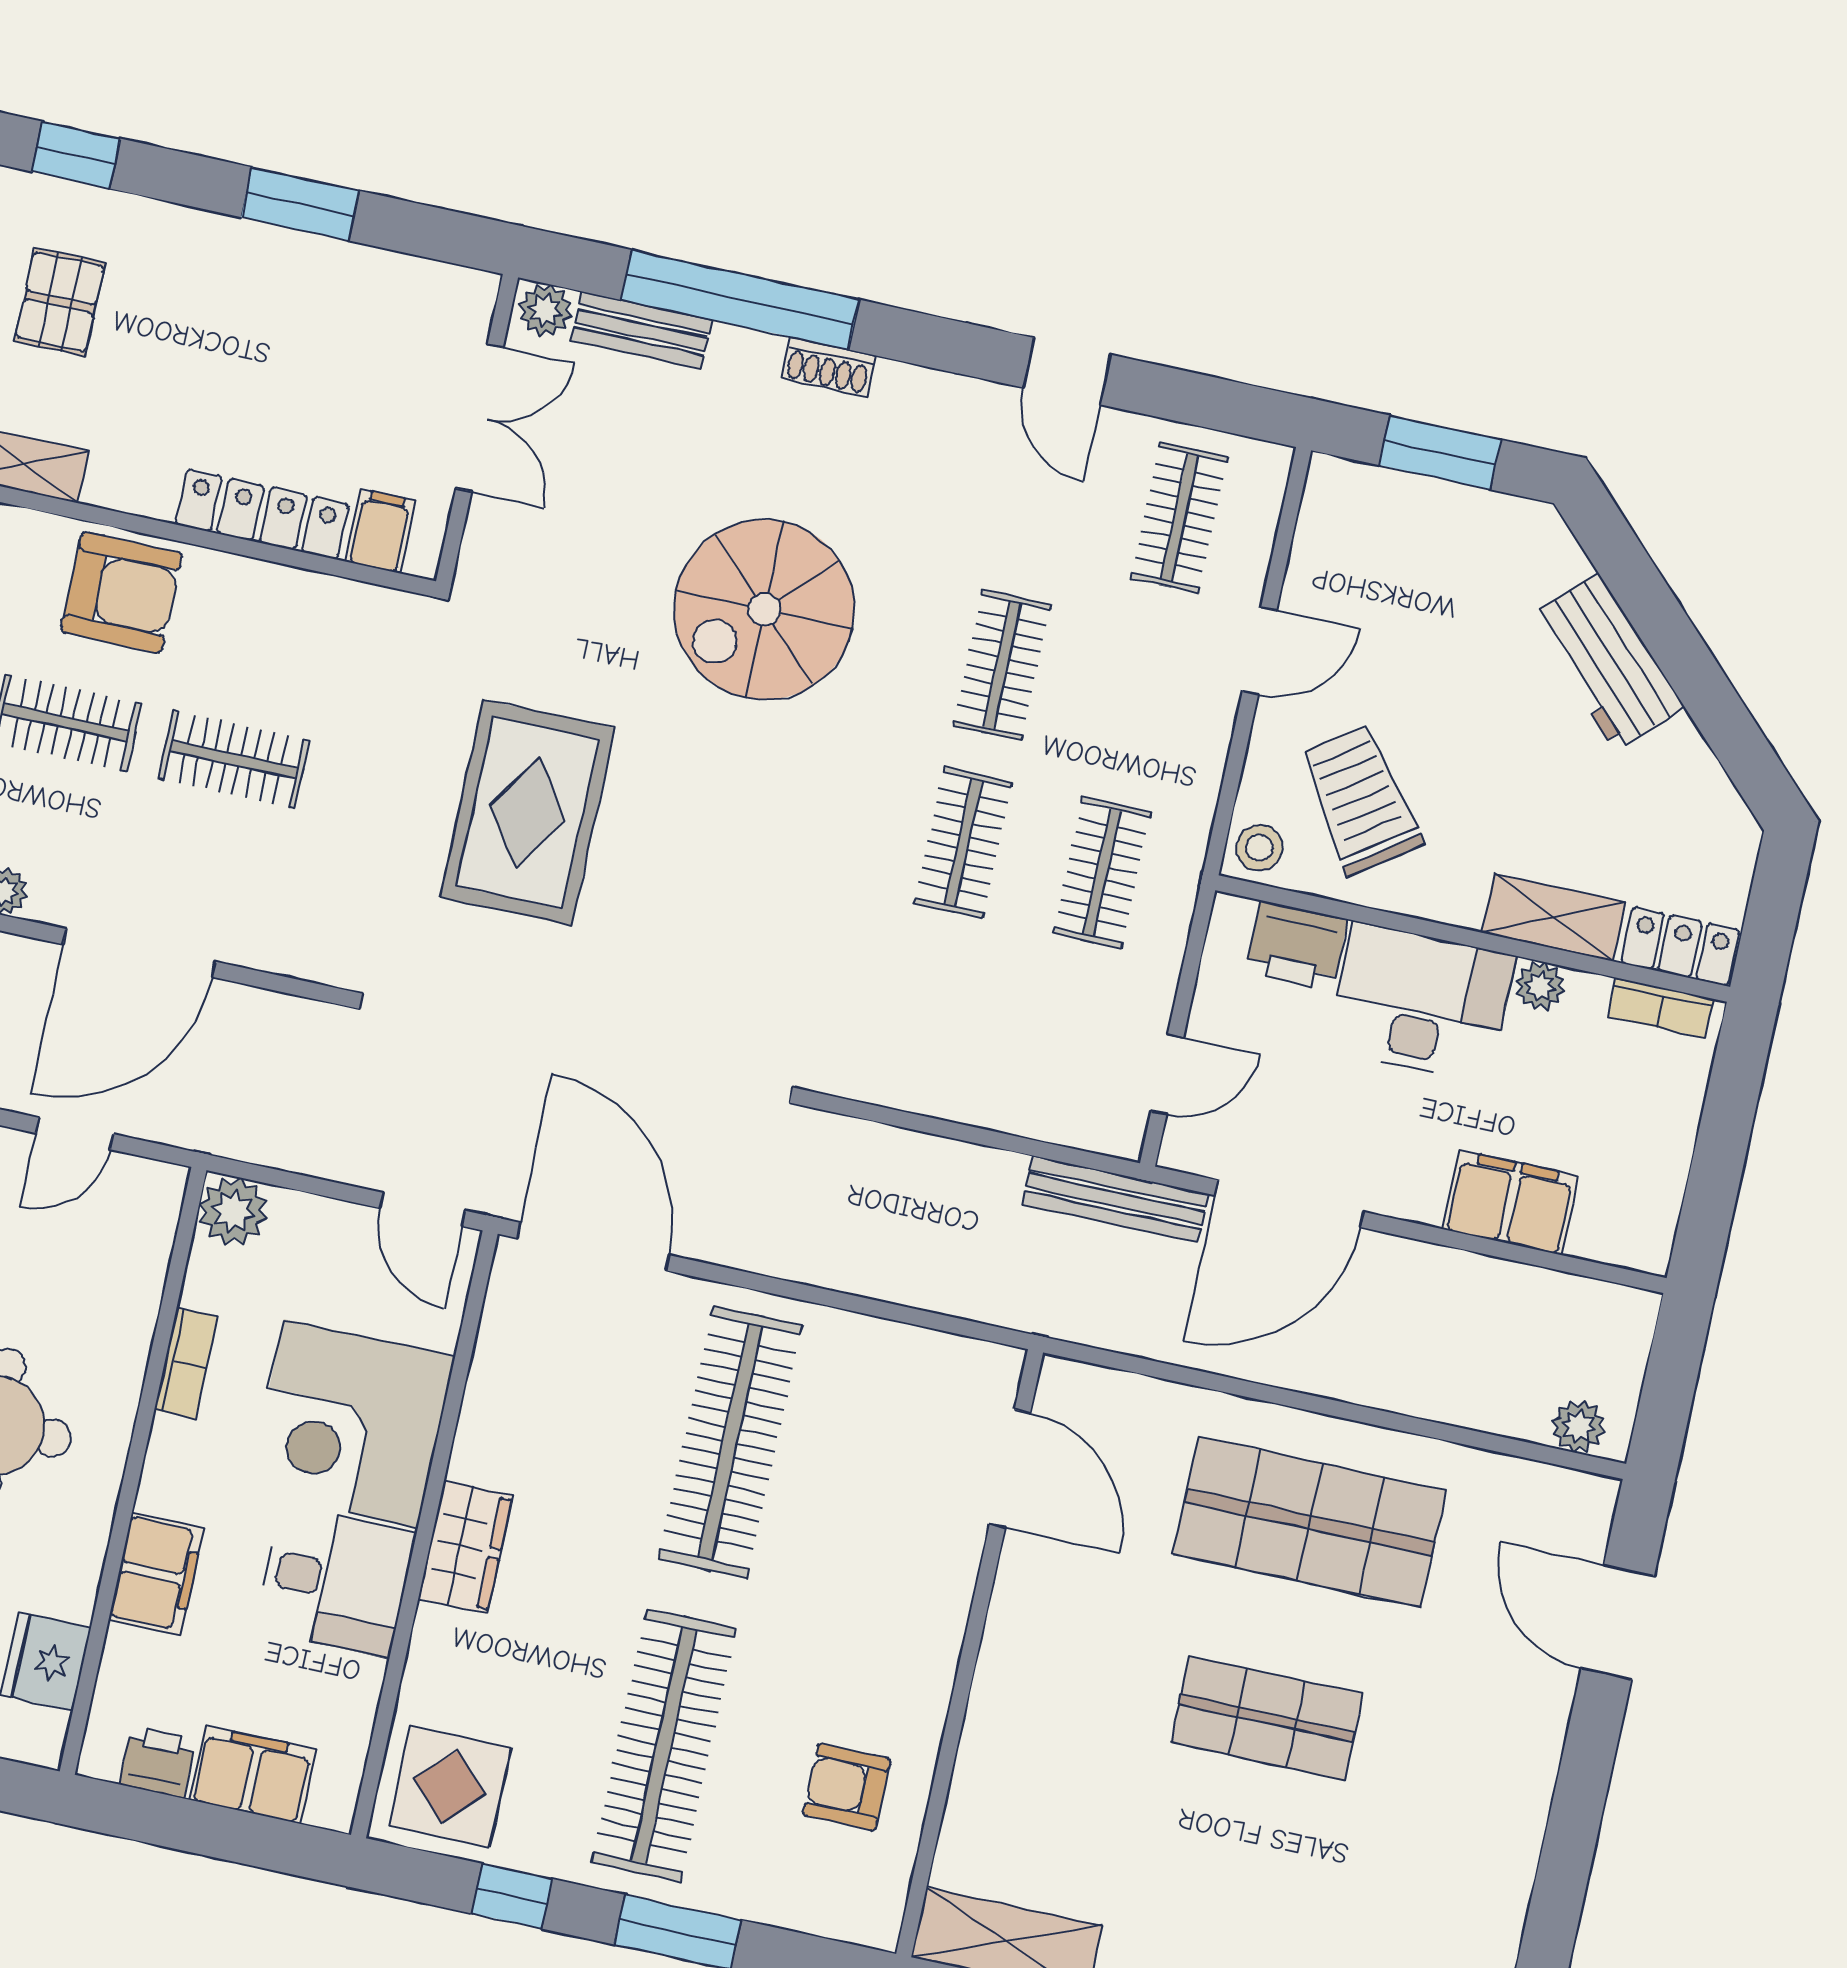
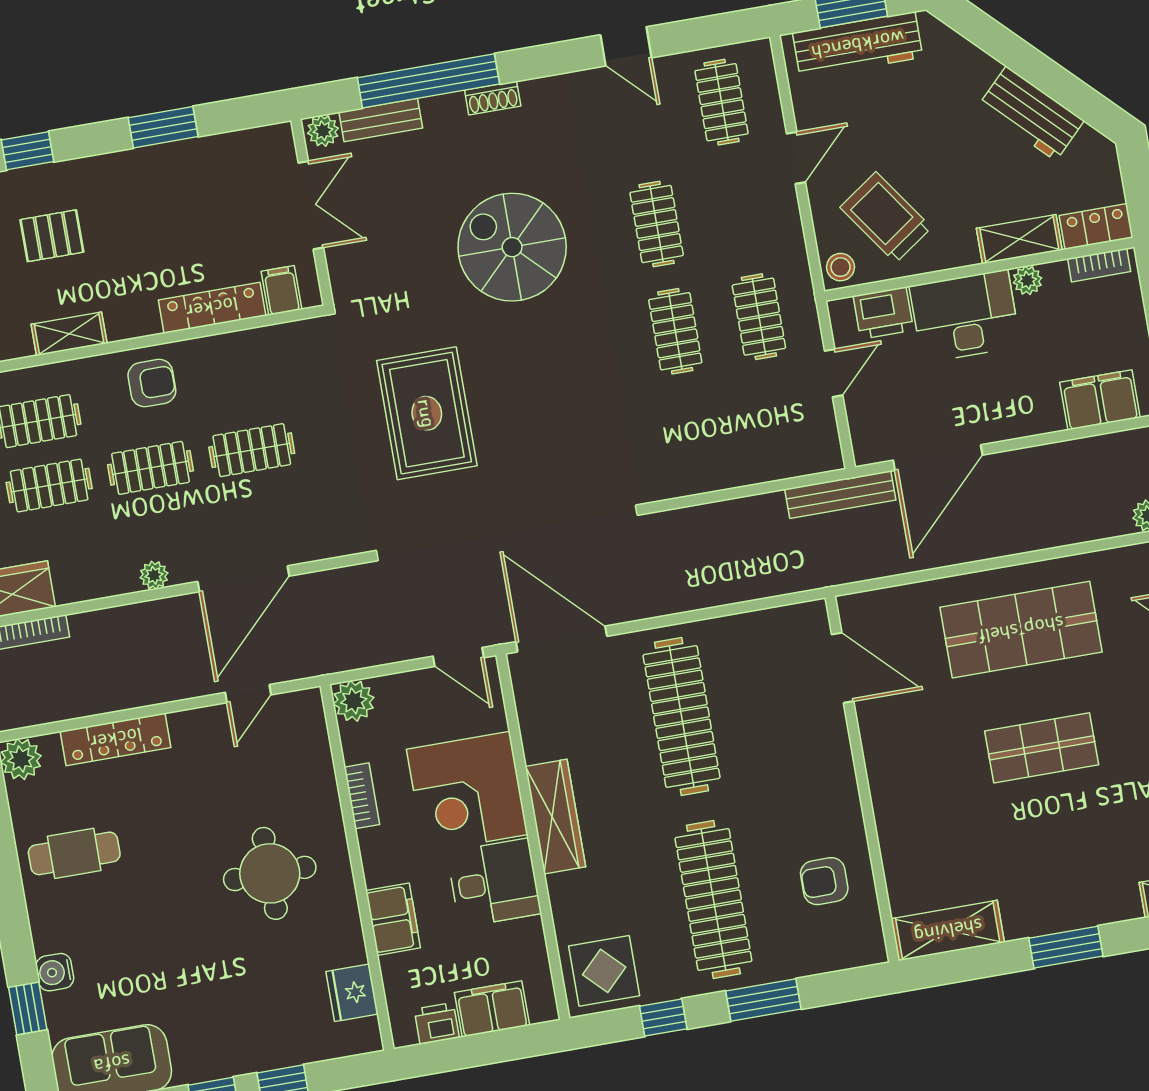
pallet: (60, 302) -> (52, 236), turned 90
workbench: (1426, 515) -> (858, 45), added
armchair: (122, 592) -> (152, 383), width x0.72, depth x0.72
spiral stairs: (764, 610) -> (512, 247), turned 90
workbench: (1607, 662) -> (1031, 114), moved
door: (1167, 1074) -> (834, 373), moved
filing cabinet: (1511, 1202) -> (1100, 400), moved
wardrobe: (465, 1547) -> (555, 817), width x1.50

